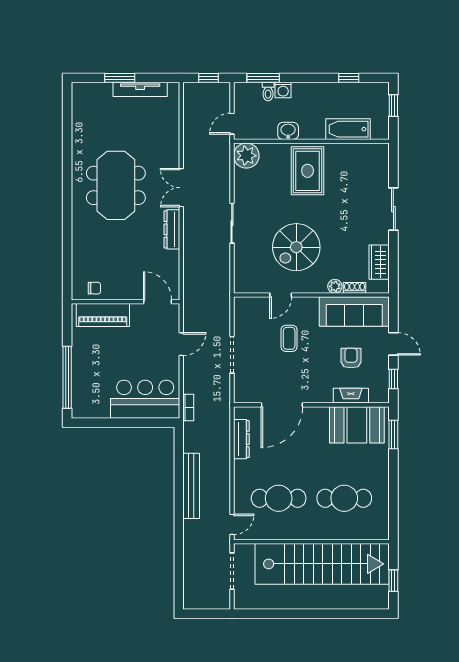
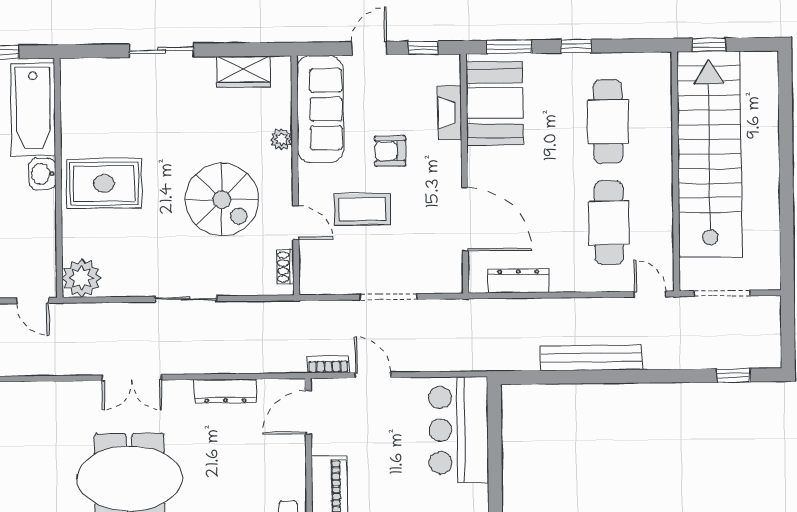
bathtub: (348, 129) -> (33, 109), width x1.36, depth x1.36
washbasin: (288, 131) -> (42, 174), moved
dresser: (172, 229) -> (225, 391), moved
shoe rack: (355, 288) -> (285, 267), moved
coffee table: (289, 338) -> (362, 209), width x1.36, depth x1.30
armchair: (351, 358) -> (390, 151), moved
bookcase: (188, 408) -> (328, 365), moved
window: (393, 478) -> (576, 46), added
window: (179, 578) -> (733, 375), added
window: (393, 581) -> (709, 45), moved

